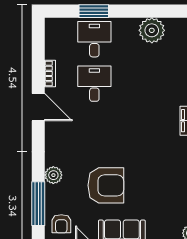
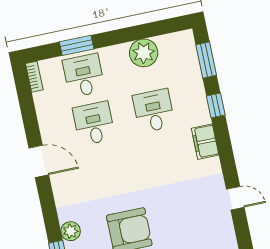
bookcase: (50, 73) -> (34, 77), moved
desk: (150, 84) -> (154, 111), added

